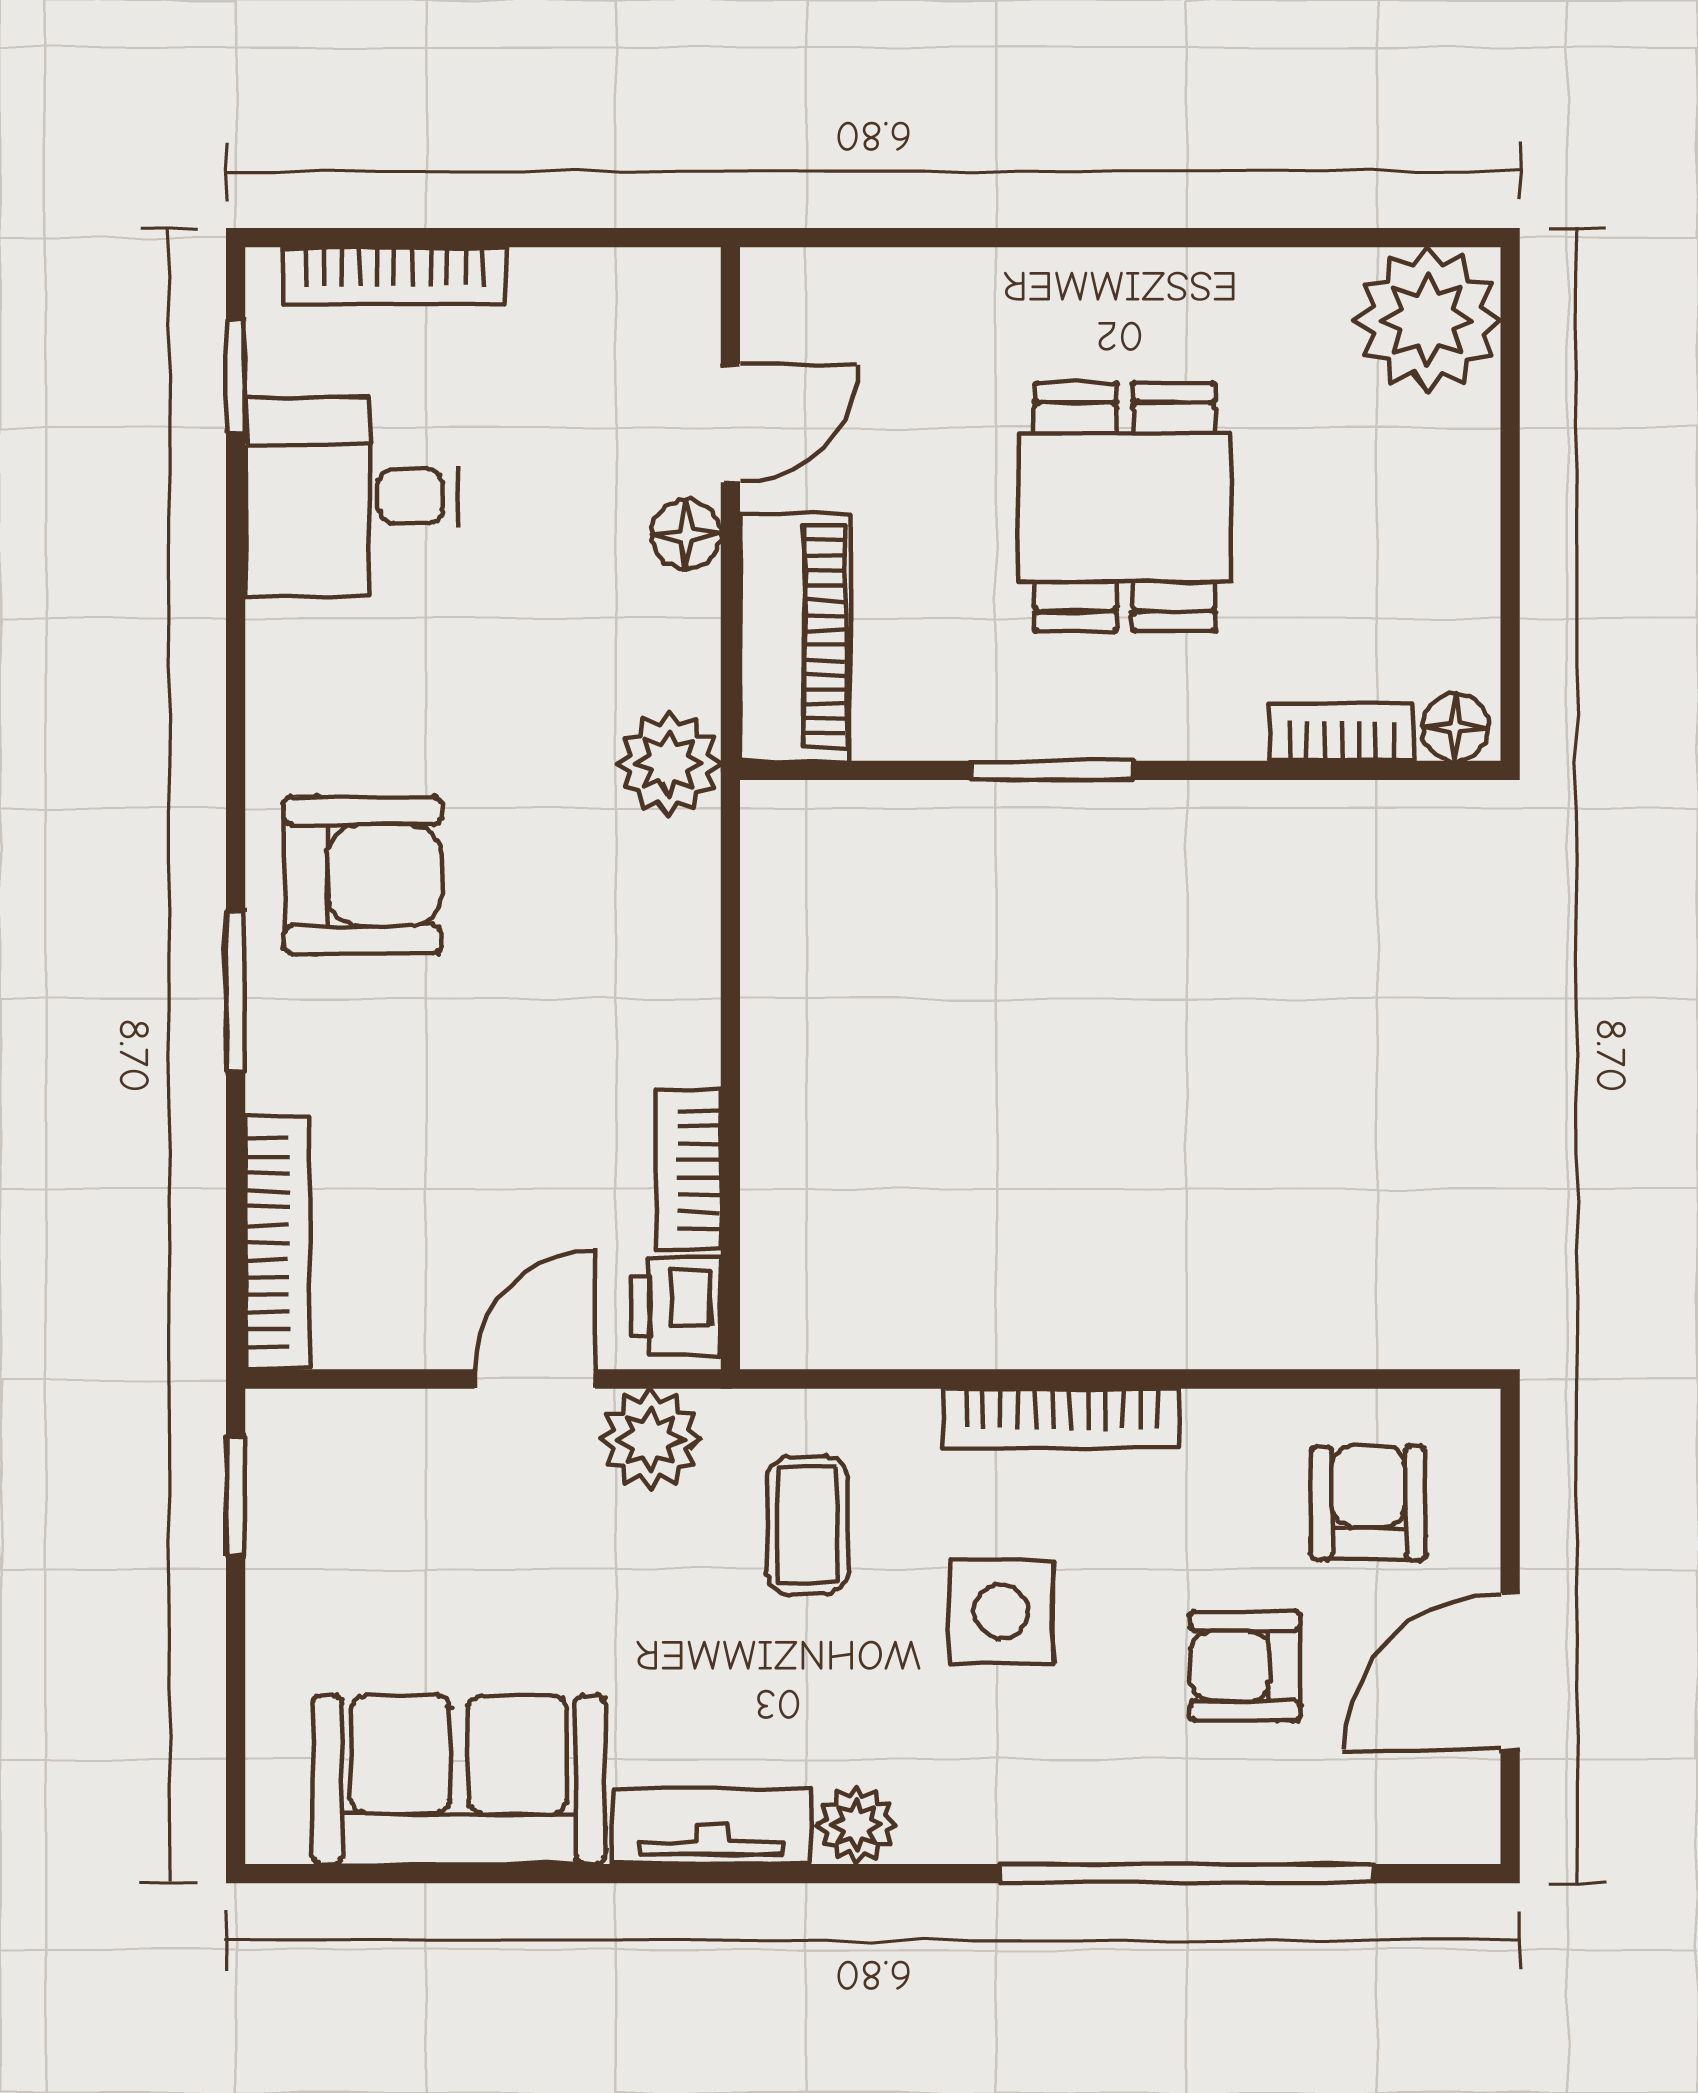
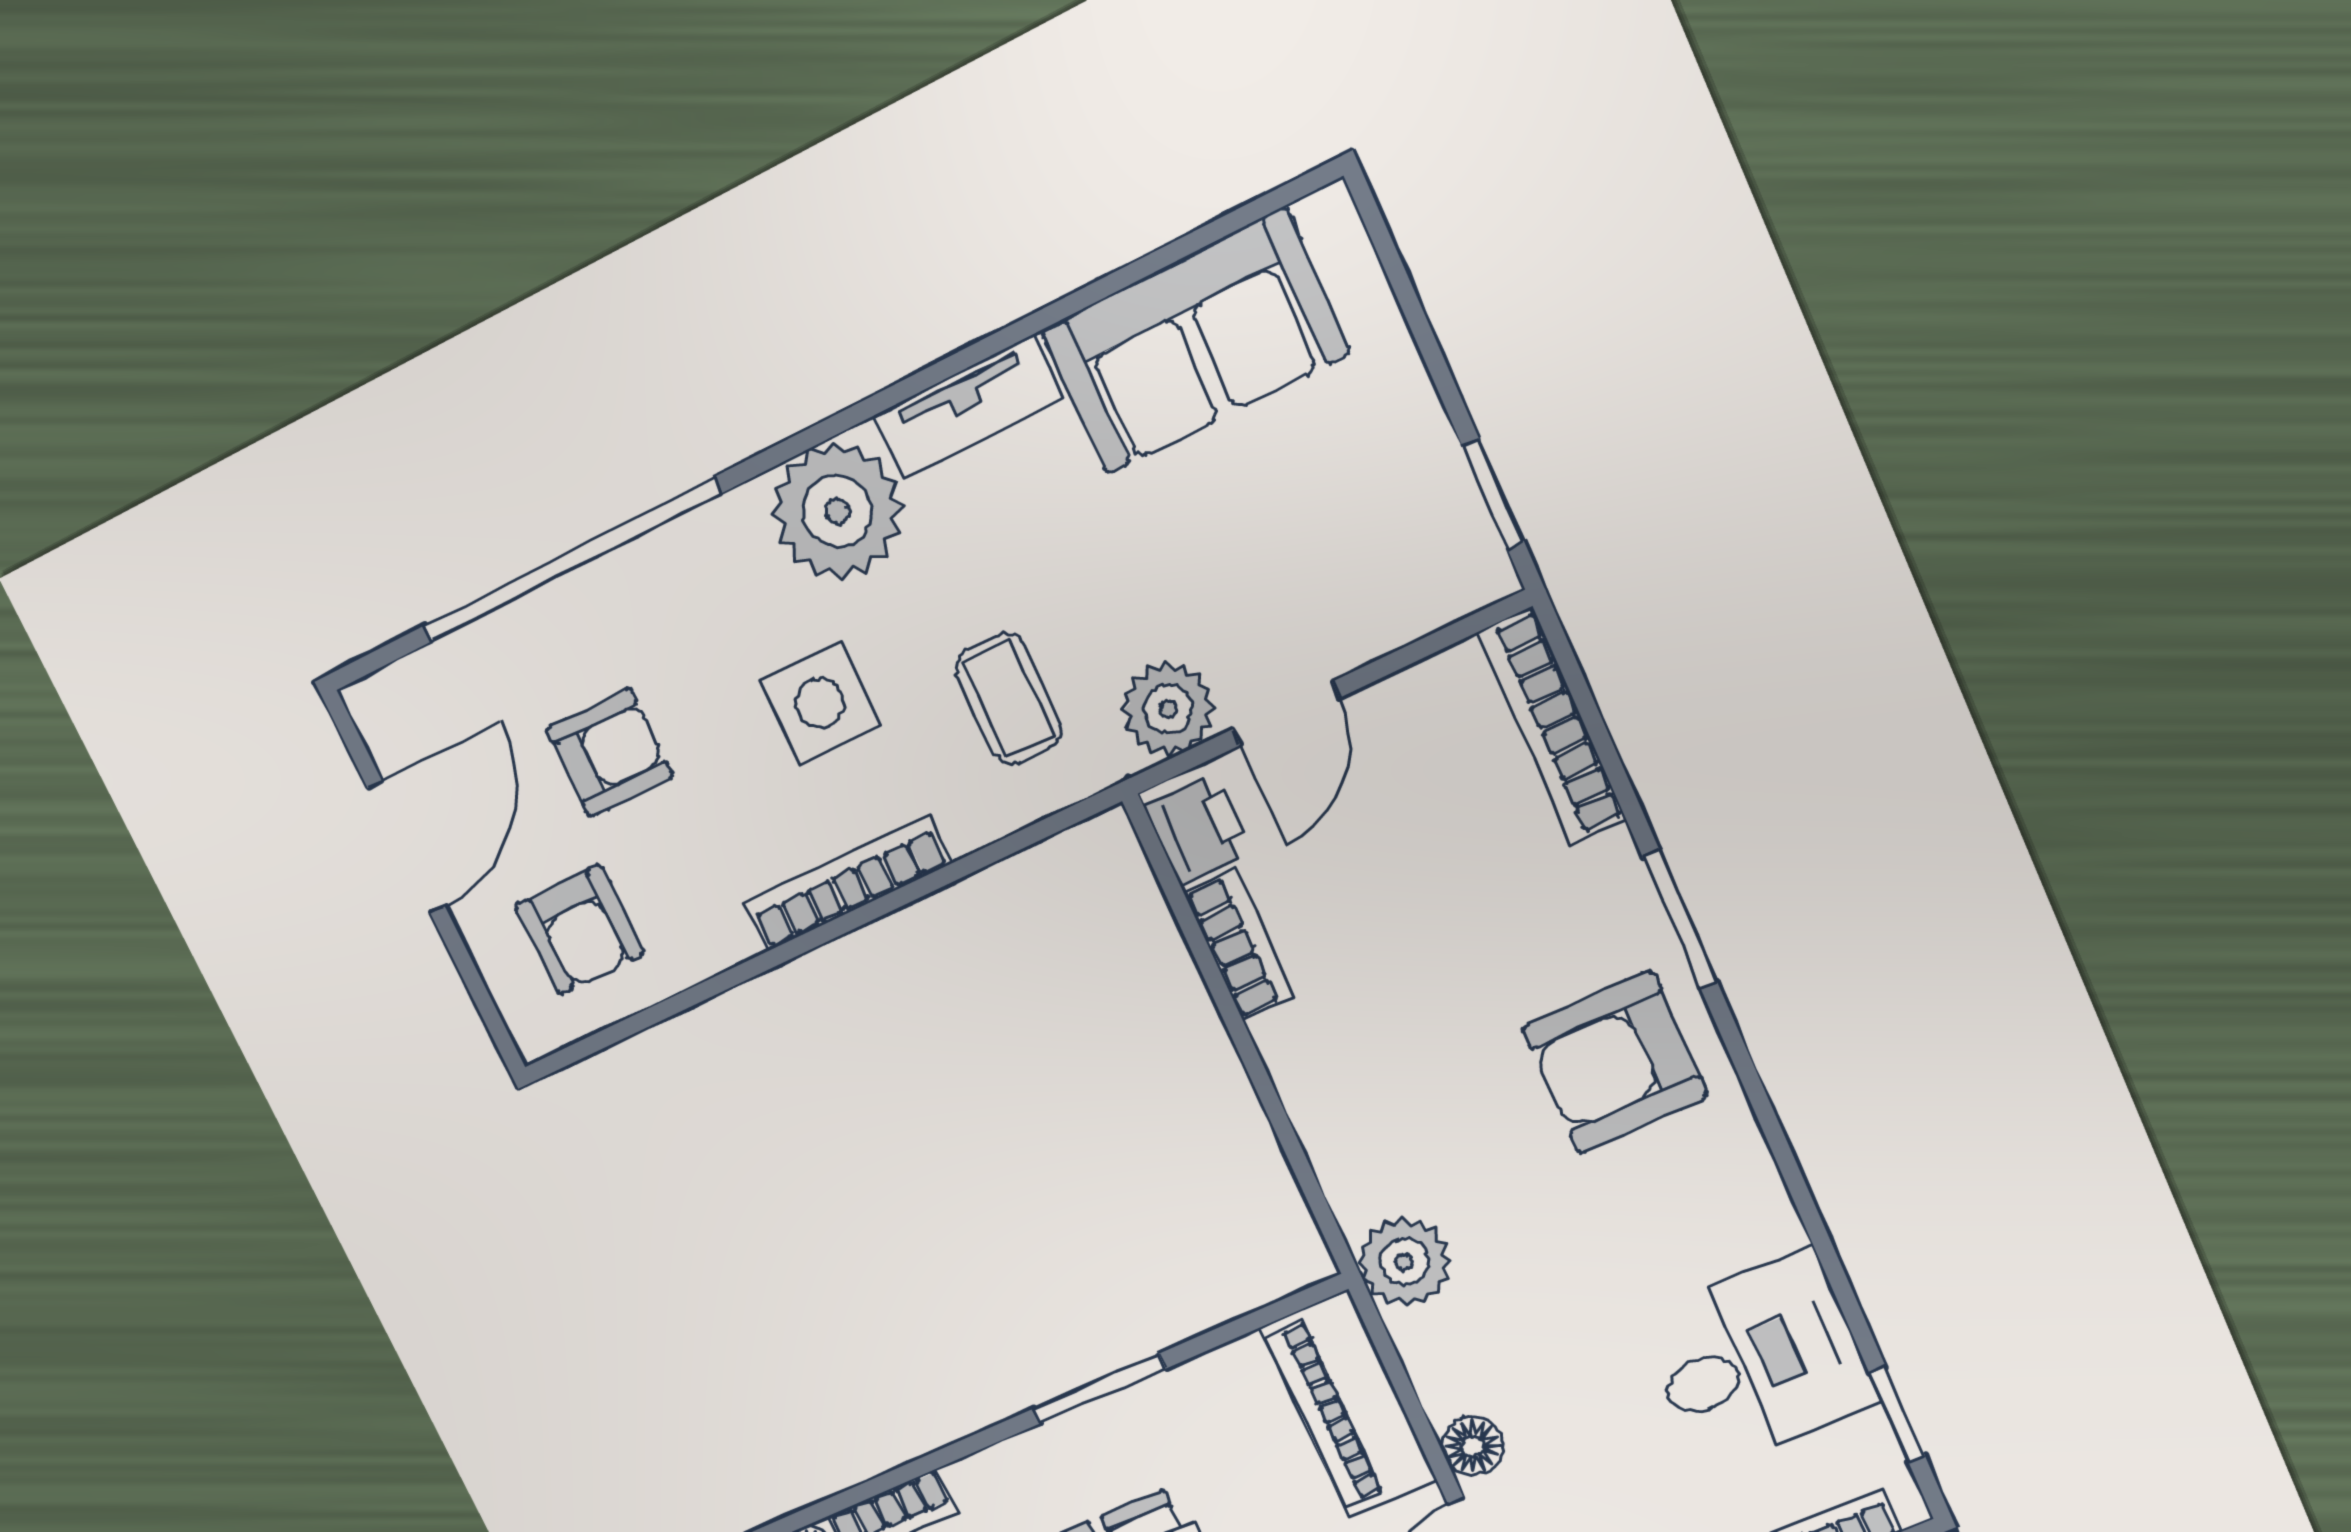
plant: (857, 1825) -> (837, 511), width x1.87, depth x1.87

